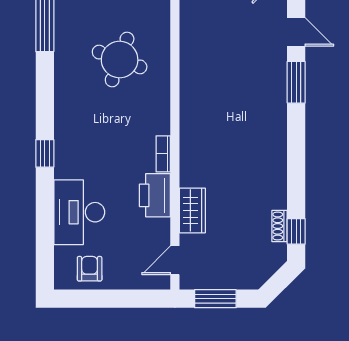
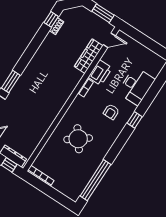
round table: (120, 60) -> (78, 139), turned 33
wardrobe: (192, 210) -> (89, 56), width x1.50
armchair: (90, 269) -> (111, 112), moved

